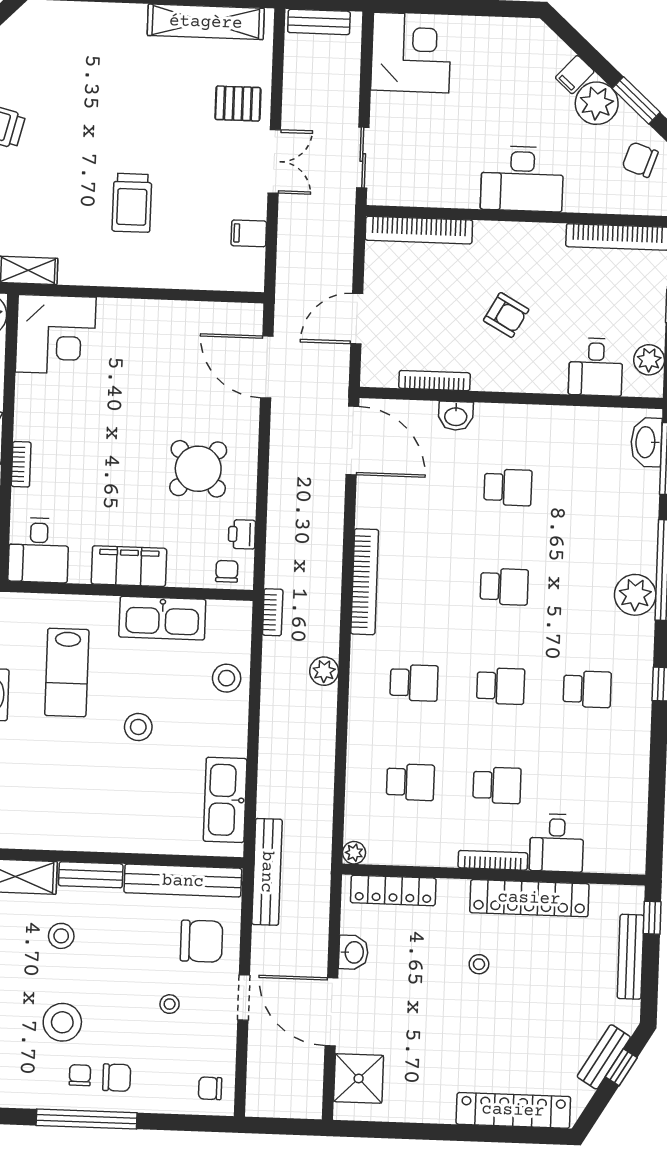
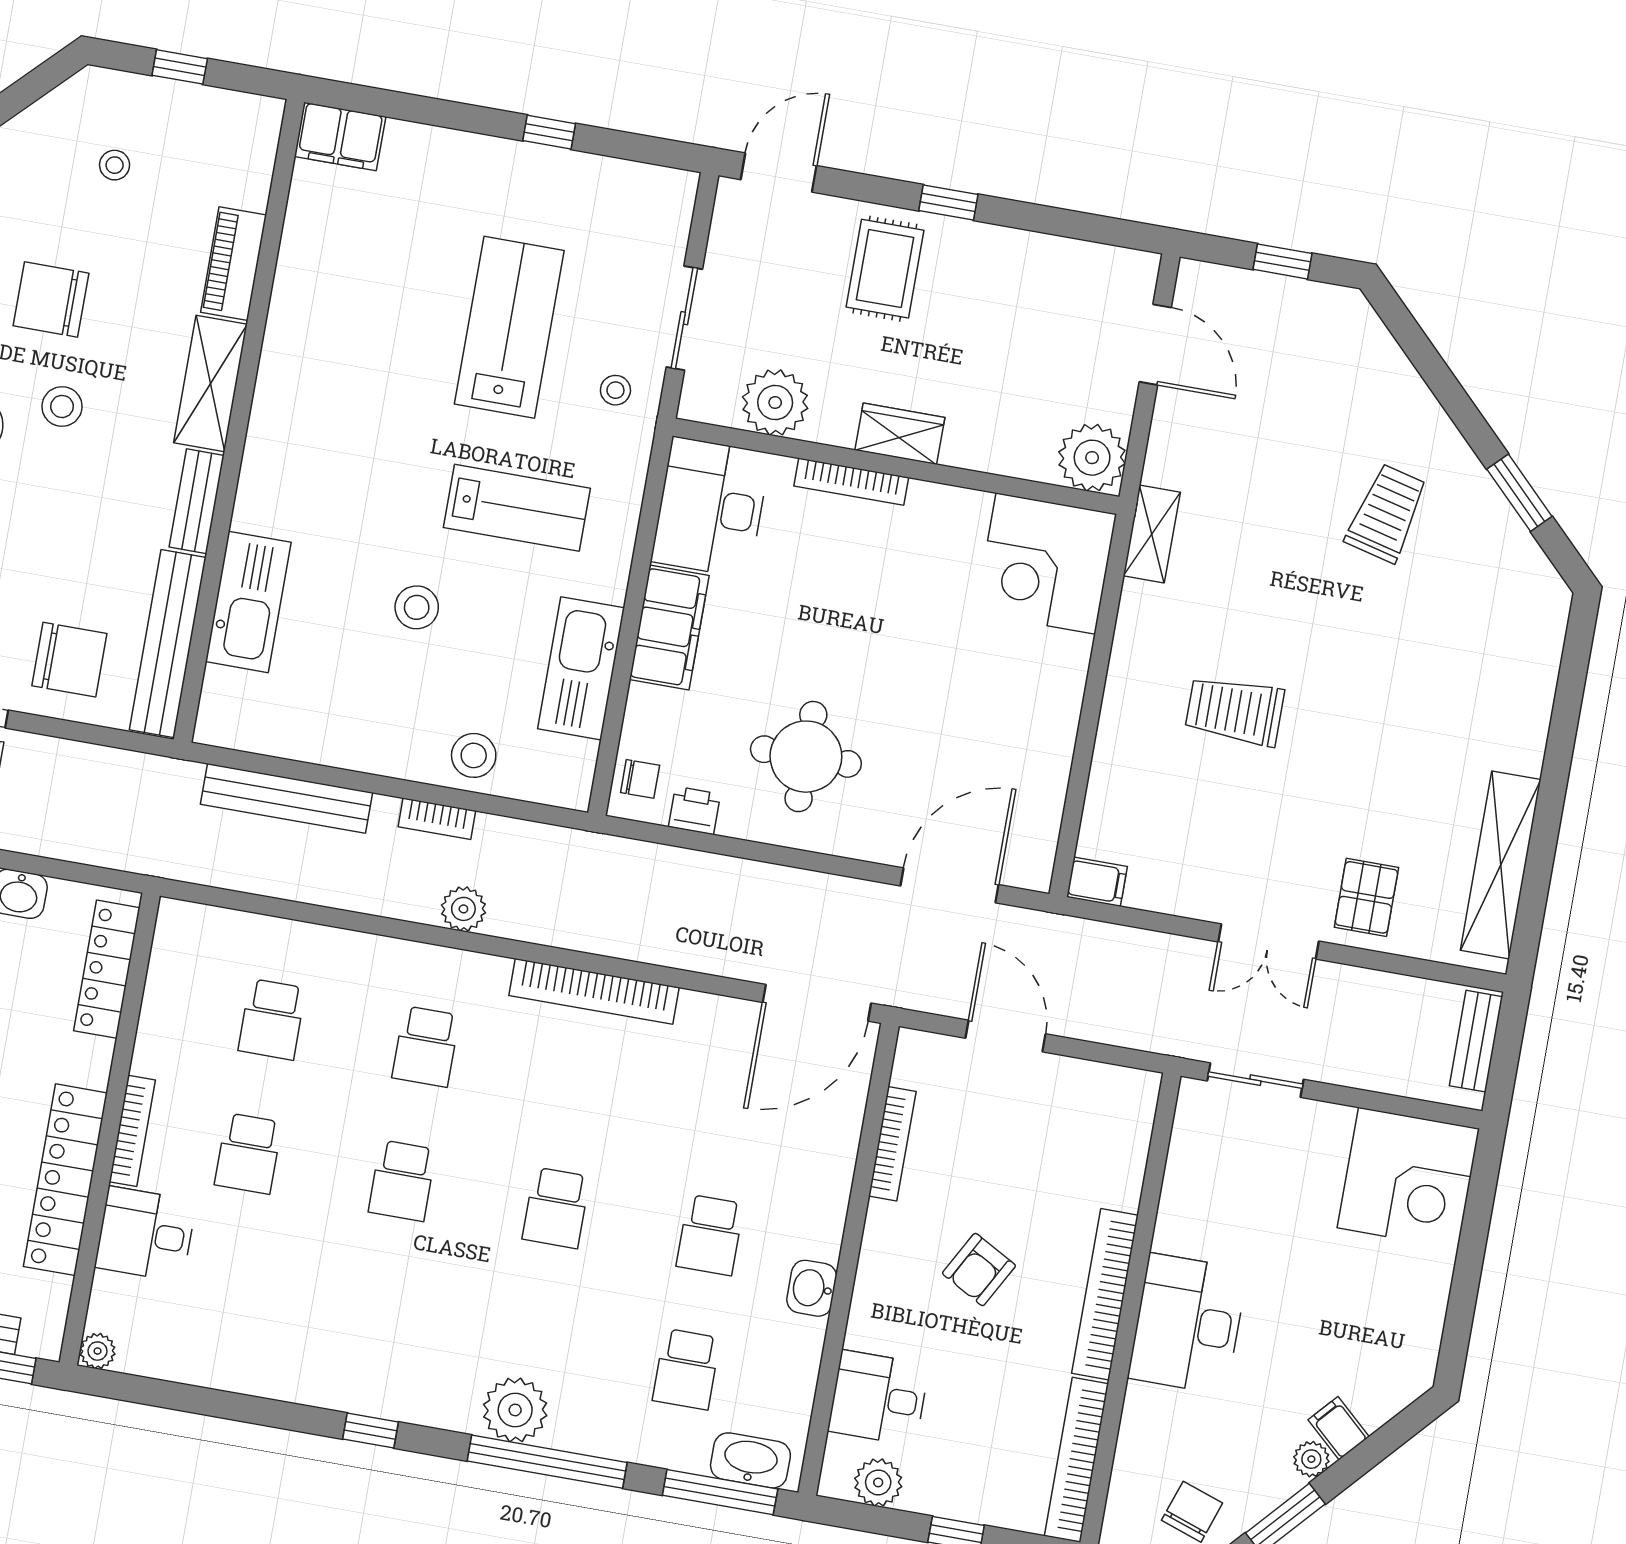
plant: (597, 103) -> (1311, 1459), width x0.53, depth x0.53
bookcase: (419, 230) -> (1105, 1294), moved
filing cabinet: (249, 233) -> (1097, 882), moved, turned 90
washbasin: (456, 416) -> (812, 1288), moved
bookcase: (21, 464) -> (851, 482), width x1.56
round table: (198, 469) -> (806, 757), turned 45
desk: (39, 550) -> (711, 507), width x1.37
bookcase: (273, 612) -> (437, 819), moved
lab bench: (67, 673) -> (517, 508), turned 180
school desk: (587, 689) -> (686, 1369), moved
kitchen sink: (225, 800) -> (248, 602), moved, turned 90
plant: (354, 853) -> (98, 1351), moved
bench: (267, 872) -> (286, 798), moved
stool: (61, 936) -> (62, 406), moved
chair: (202, 941) -> (69, 660), turned -90

